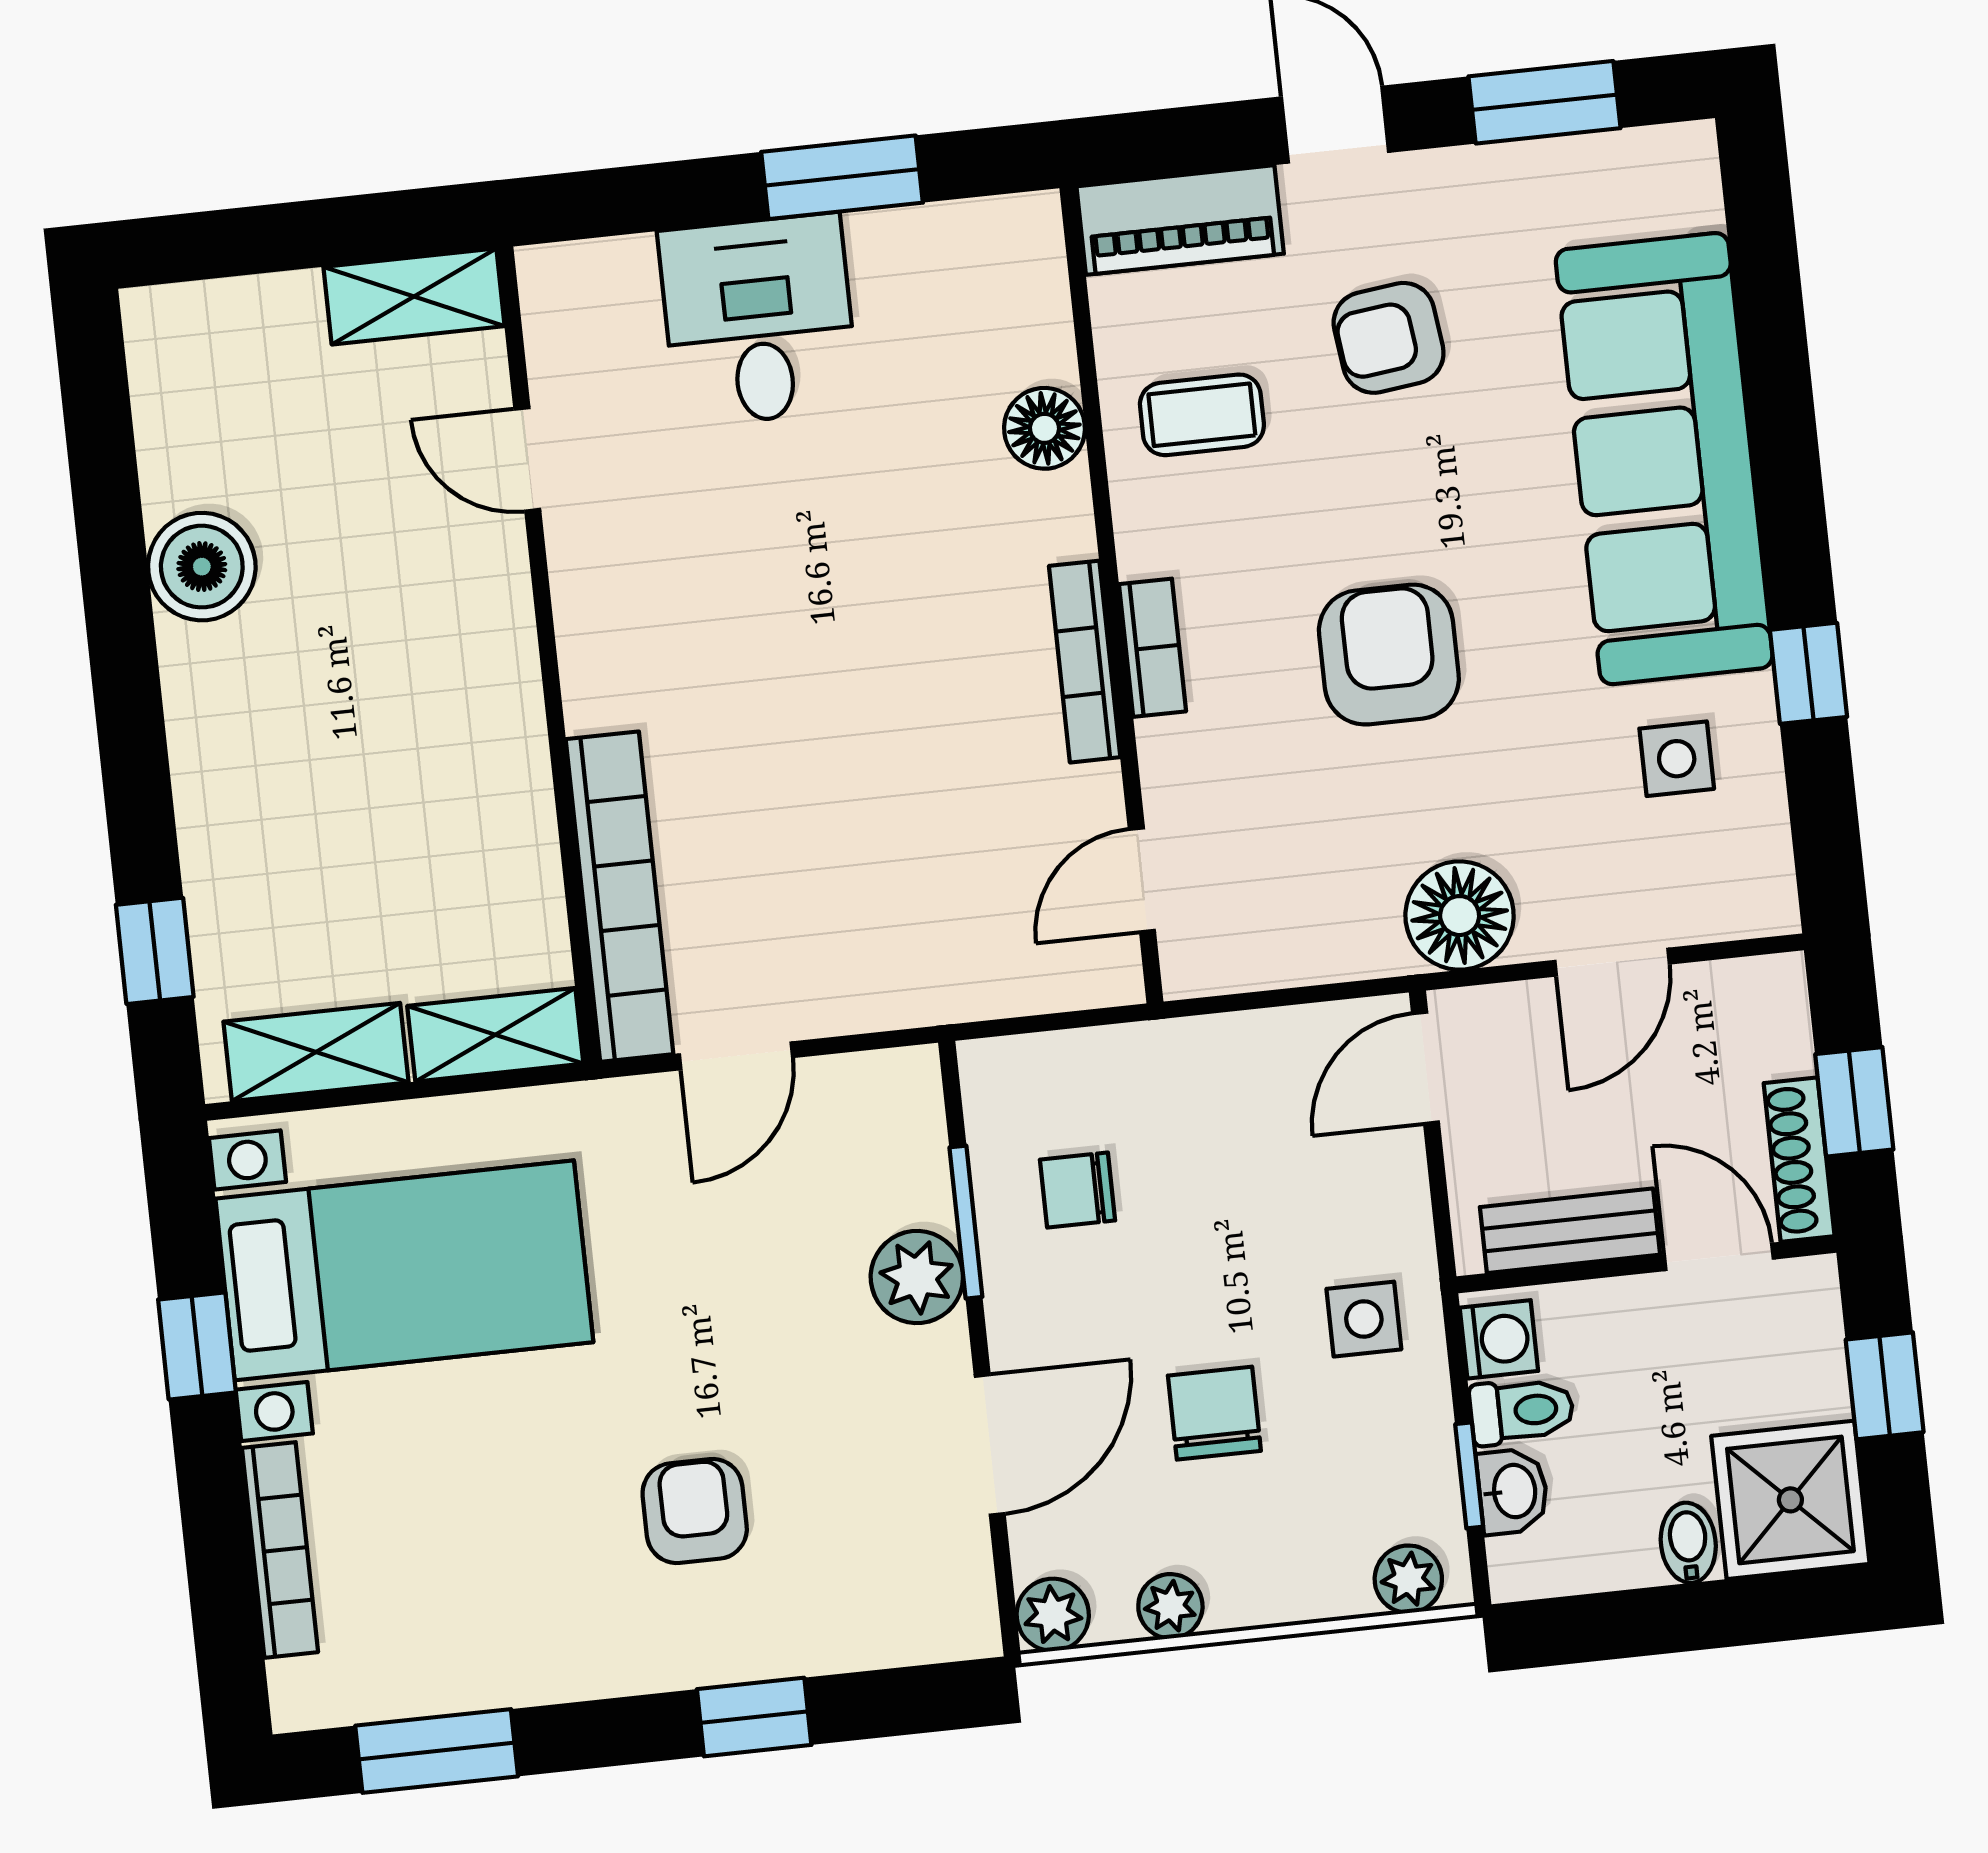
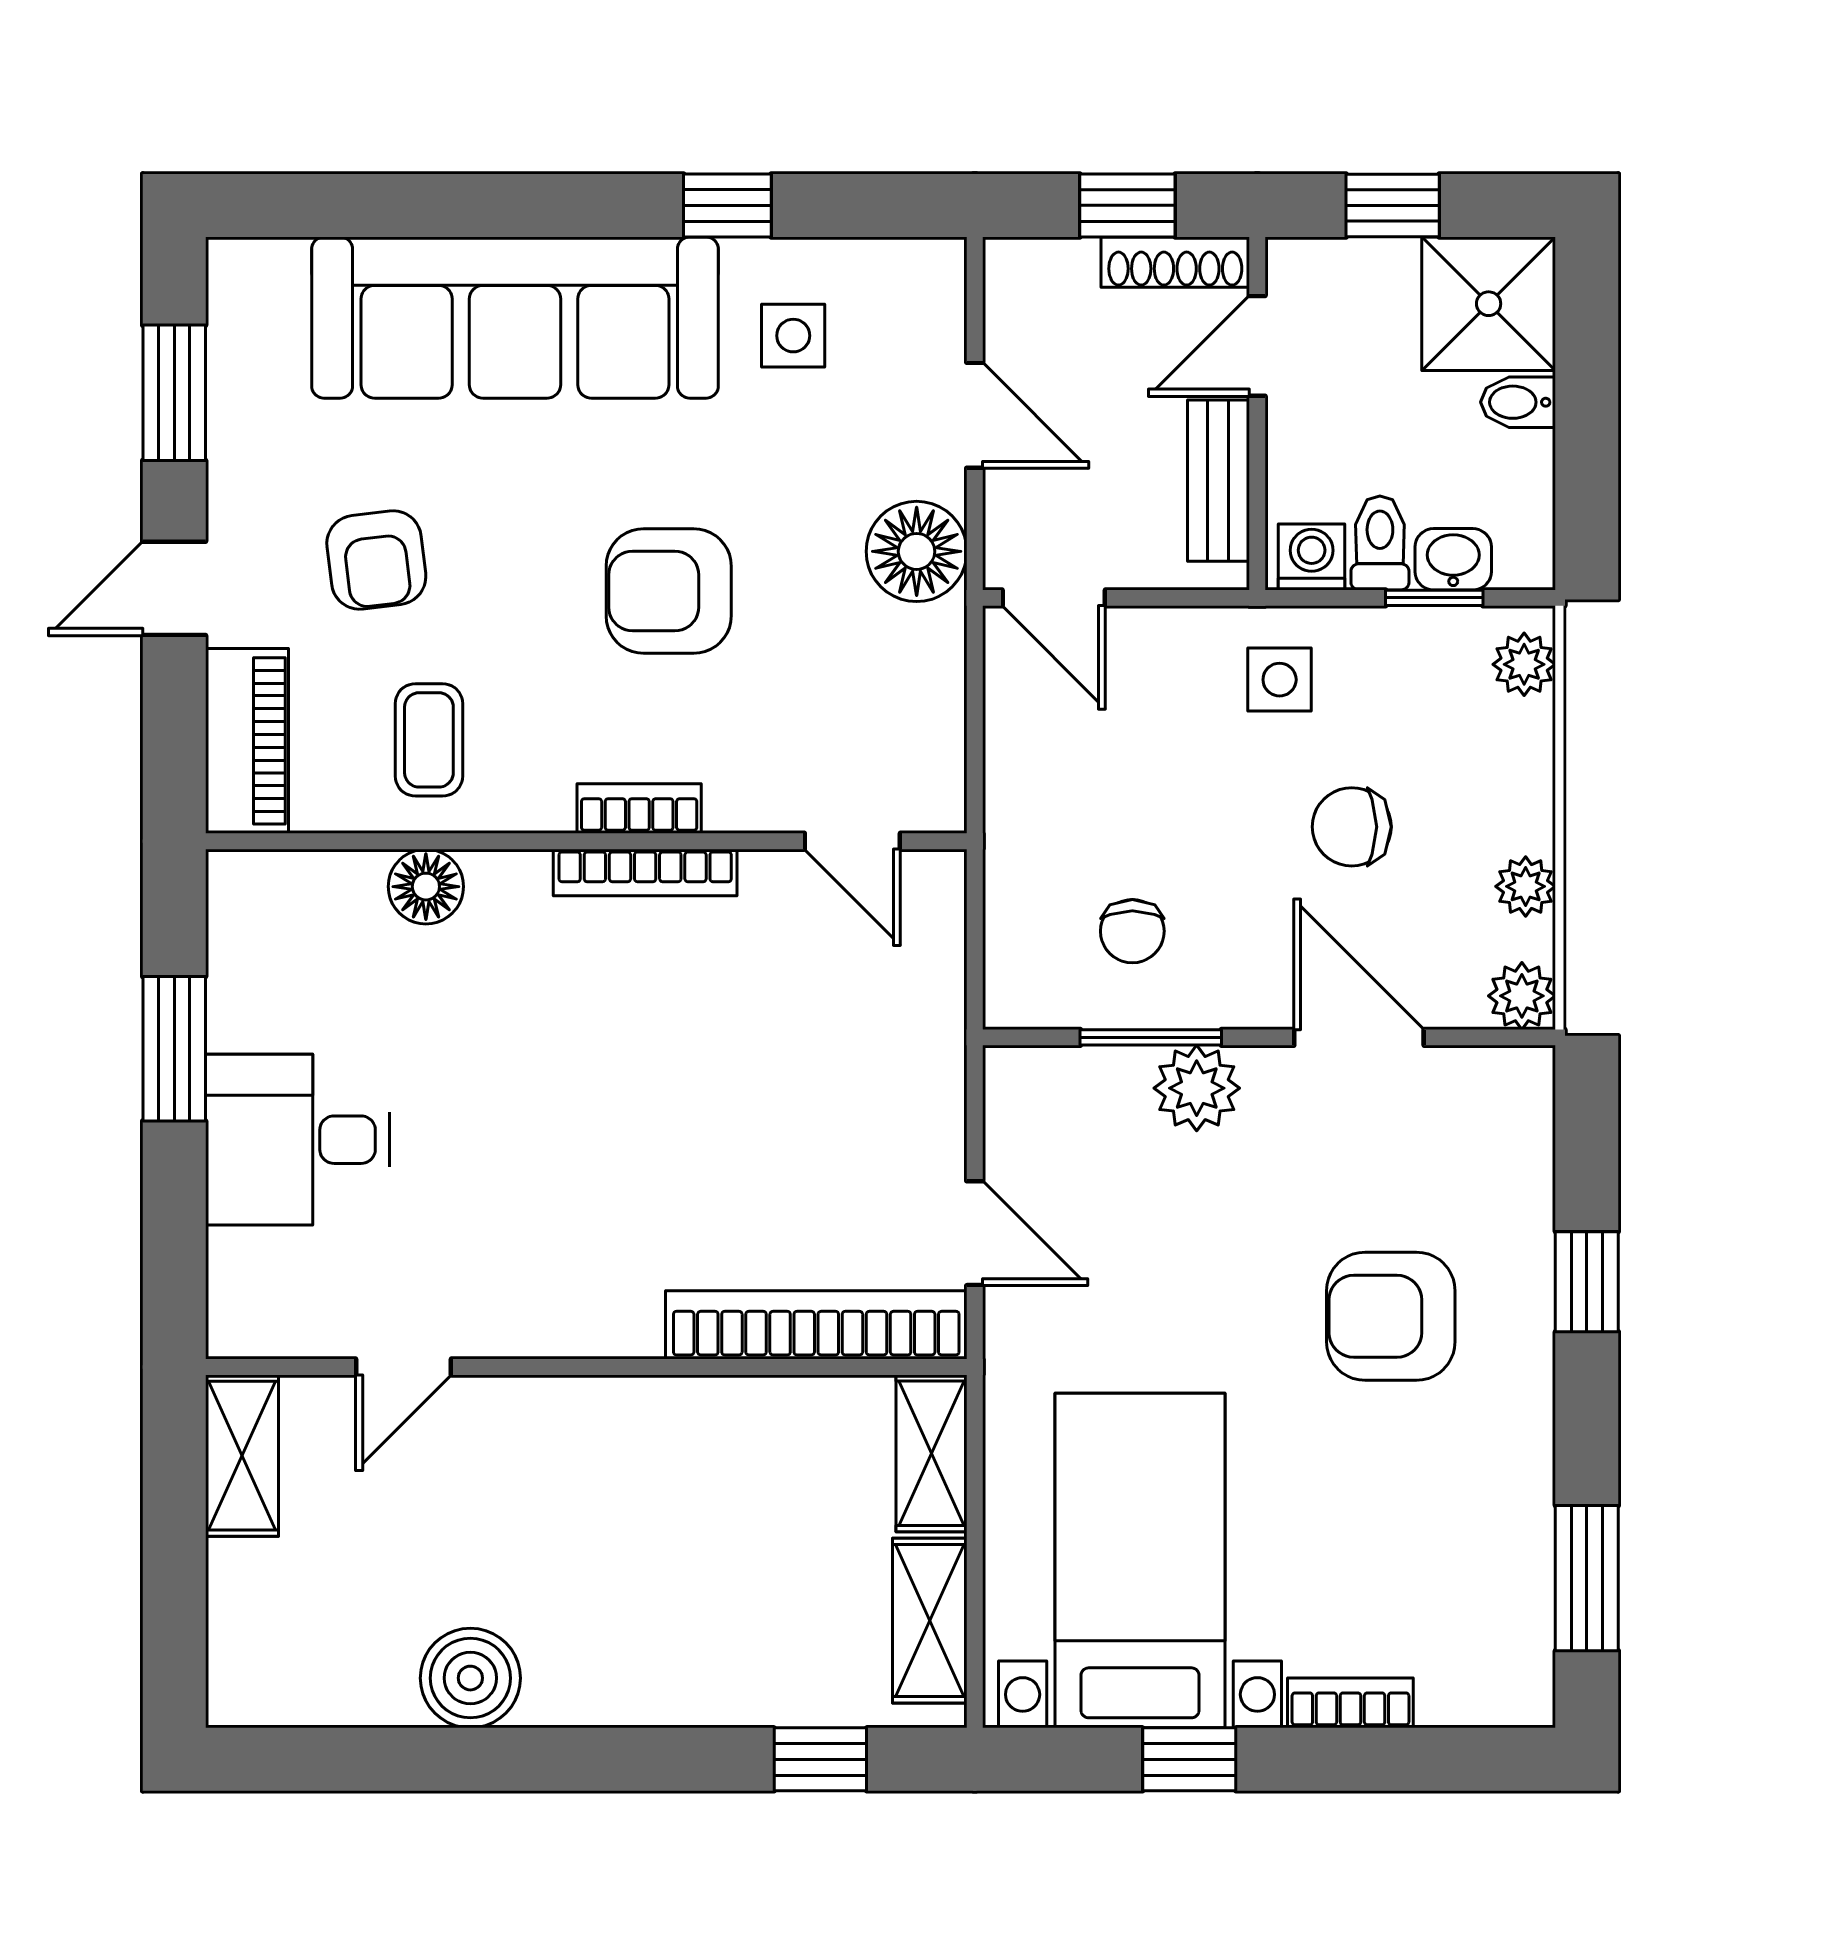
armchair: (695, 1511) -> (1391, 1316), width x1.38, depth x1.38
bookcase: (280, 1550) -> (1350, 1703), width x0.64

